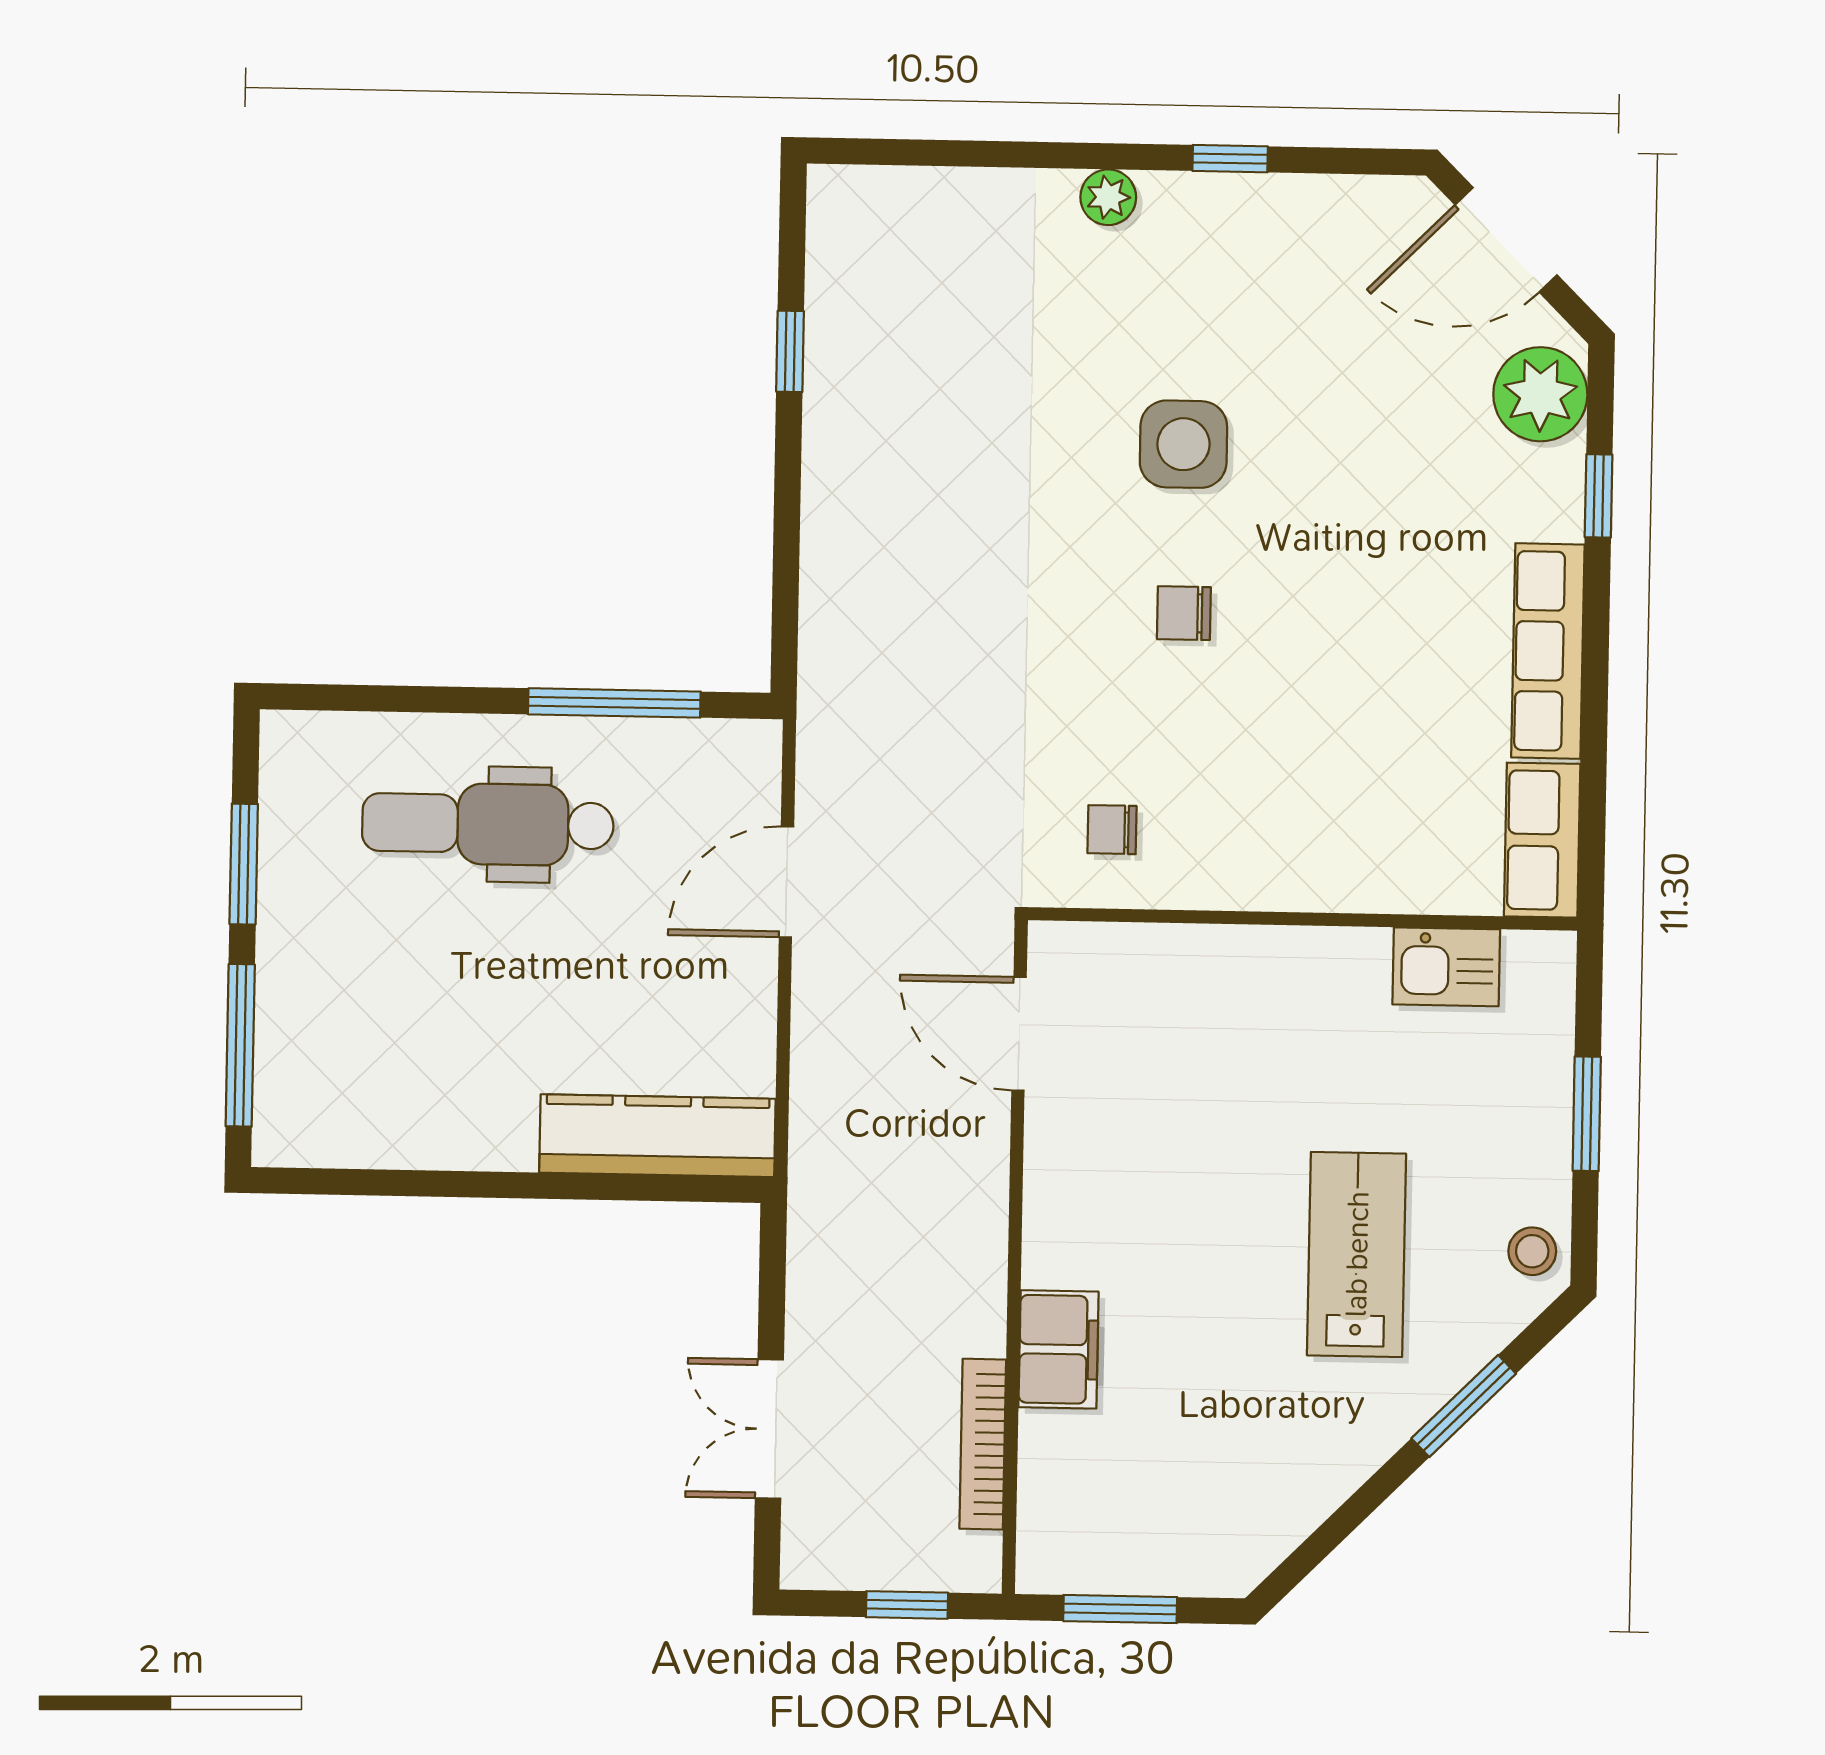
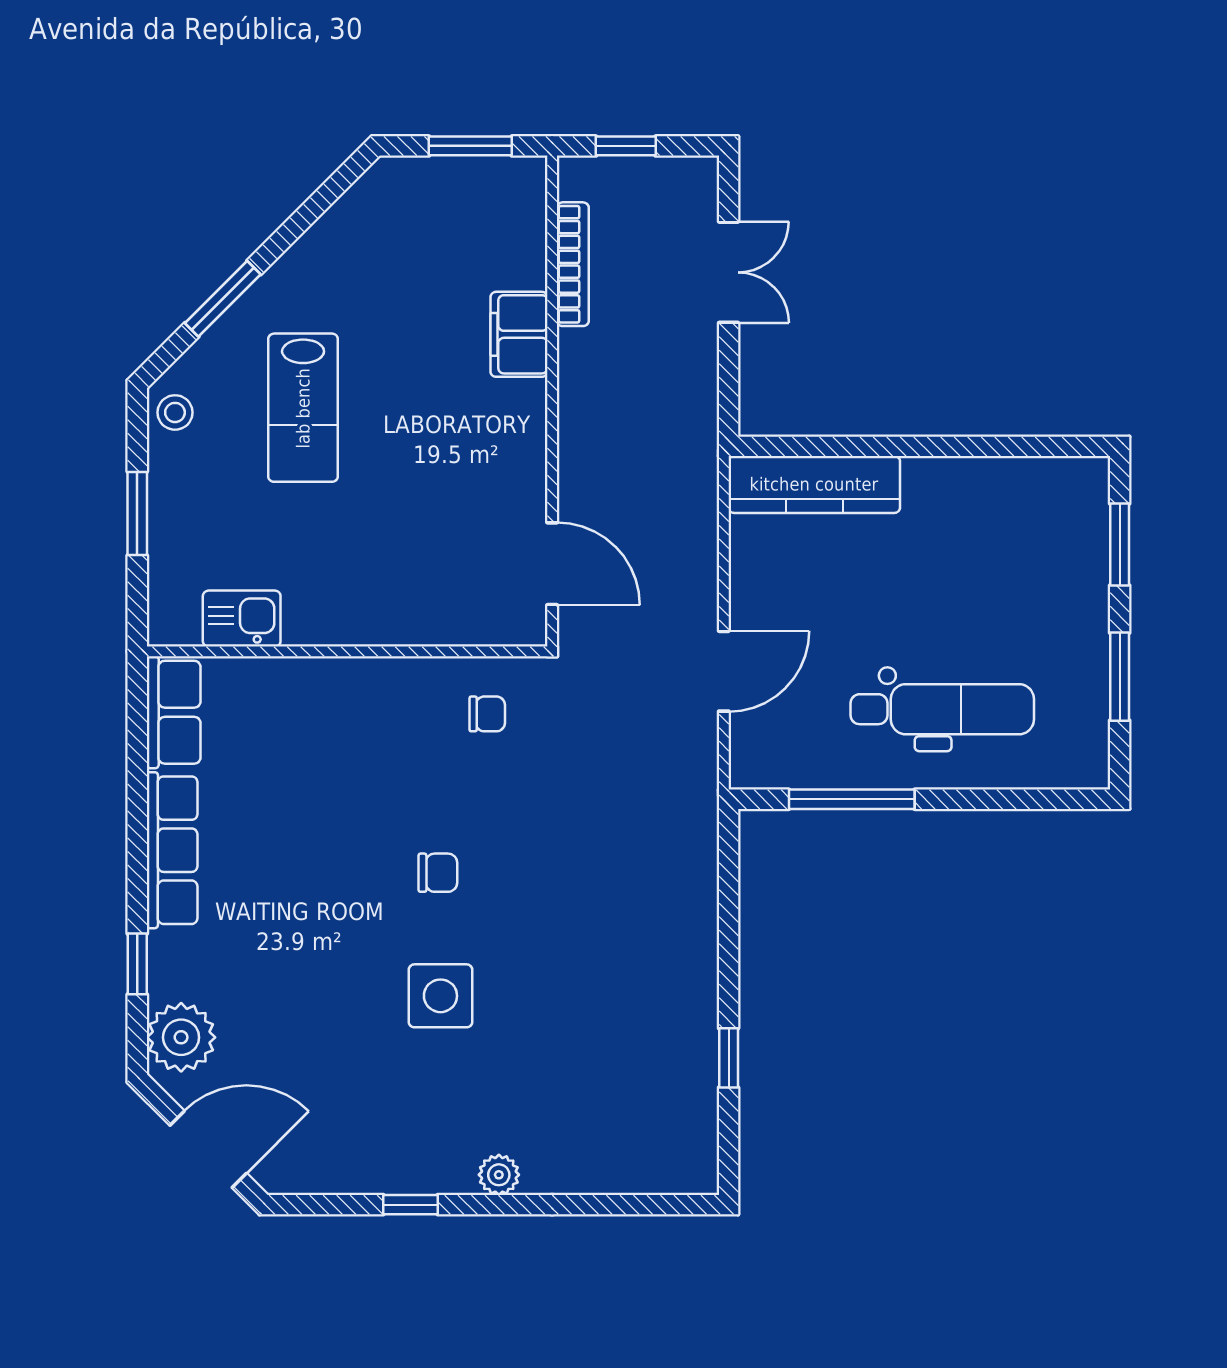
window: (240, 1045) -> (1120, 544), width x0.69

